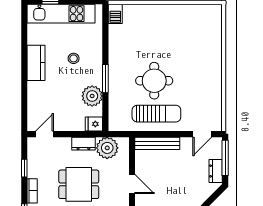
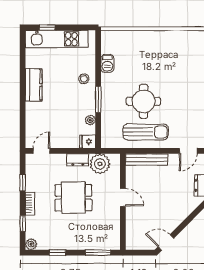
barbecue: (115, 14) -> (107, 63), moved
stool: (74, 58) -> (84, 79), moved
plant: (92, 96) -> (90, 120), width x0.53, depth x0.53

